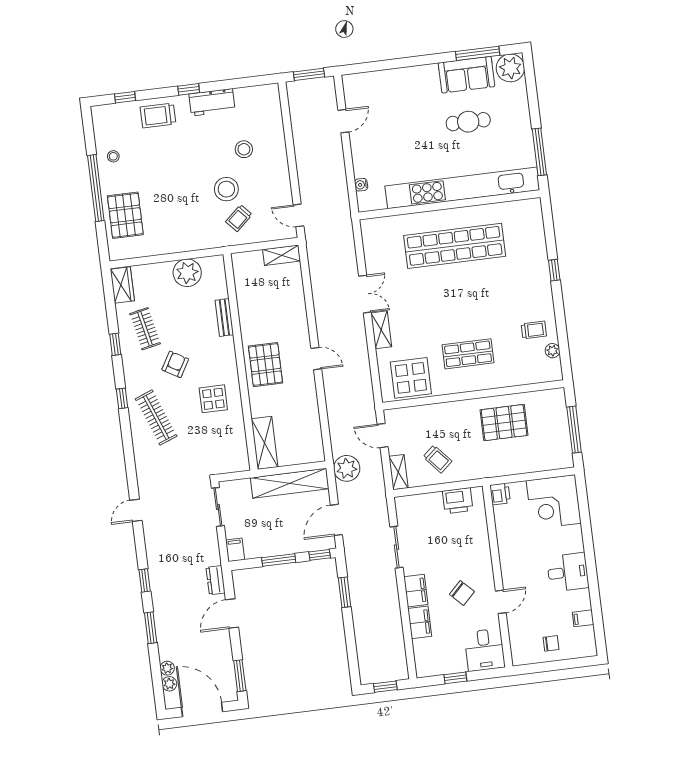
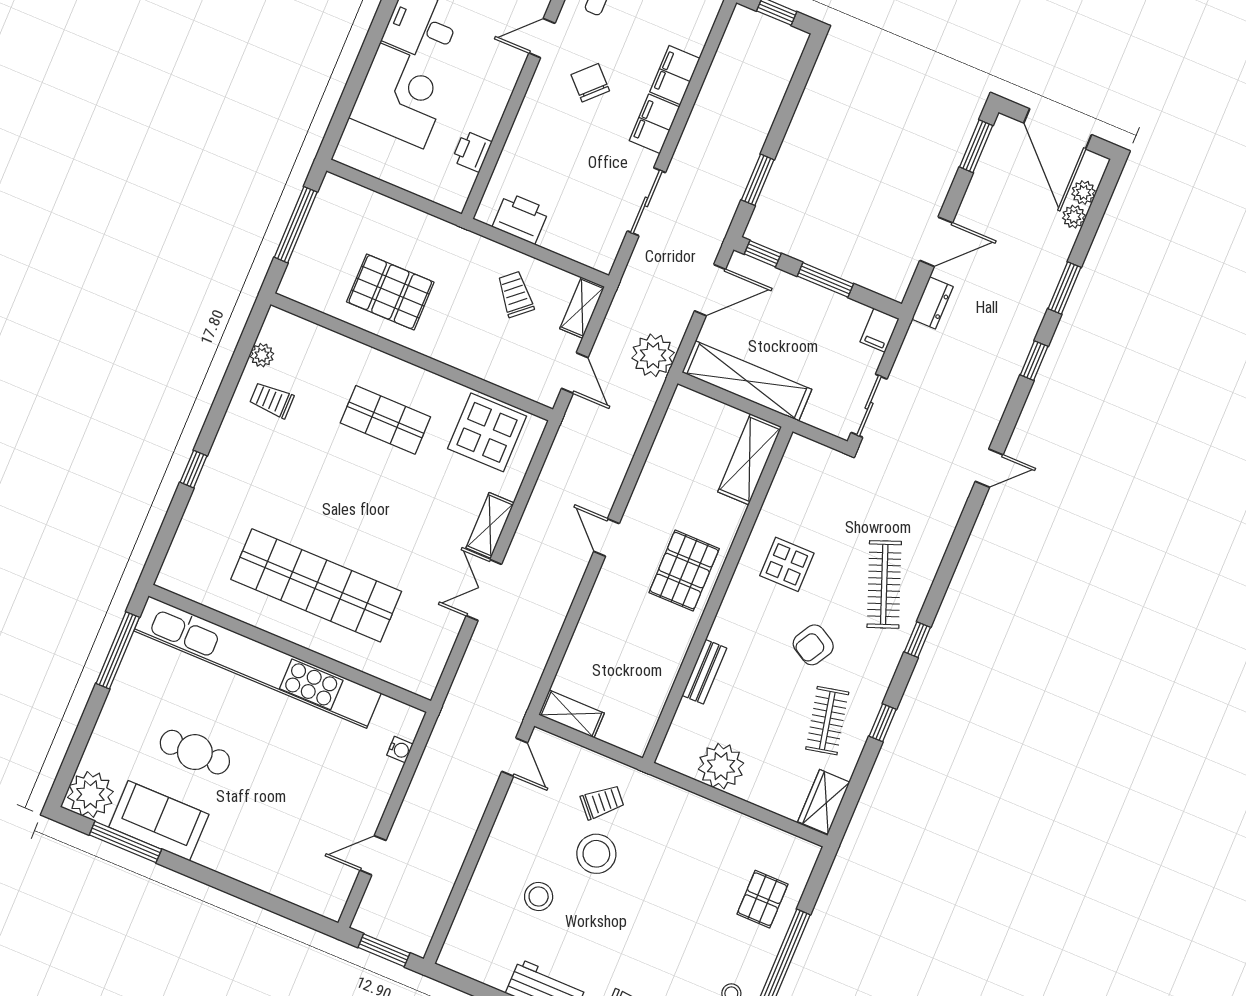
pallet: (125, 215) -> (762, 899), width x0.67, depth x0.71
printer: (500, 494) -> (472, 151), moved
corner desk: (554, 502) -> (402, 96), moved

